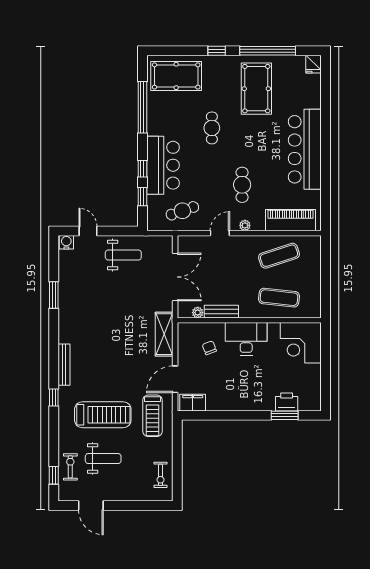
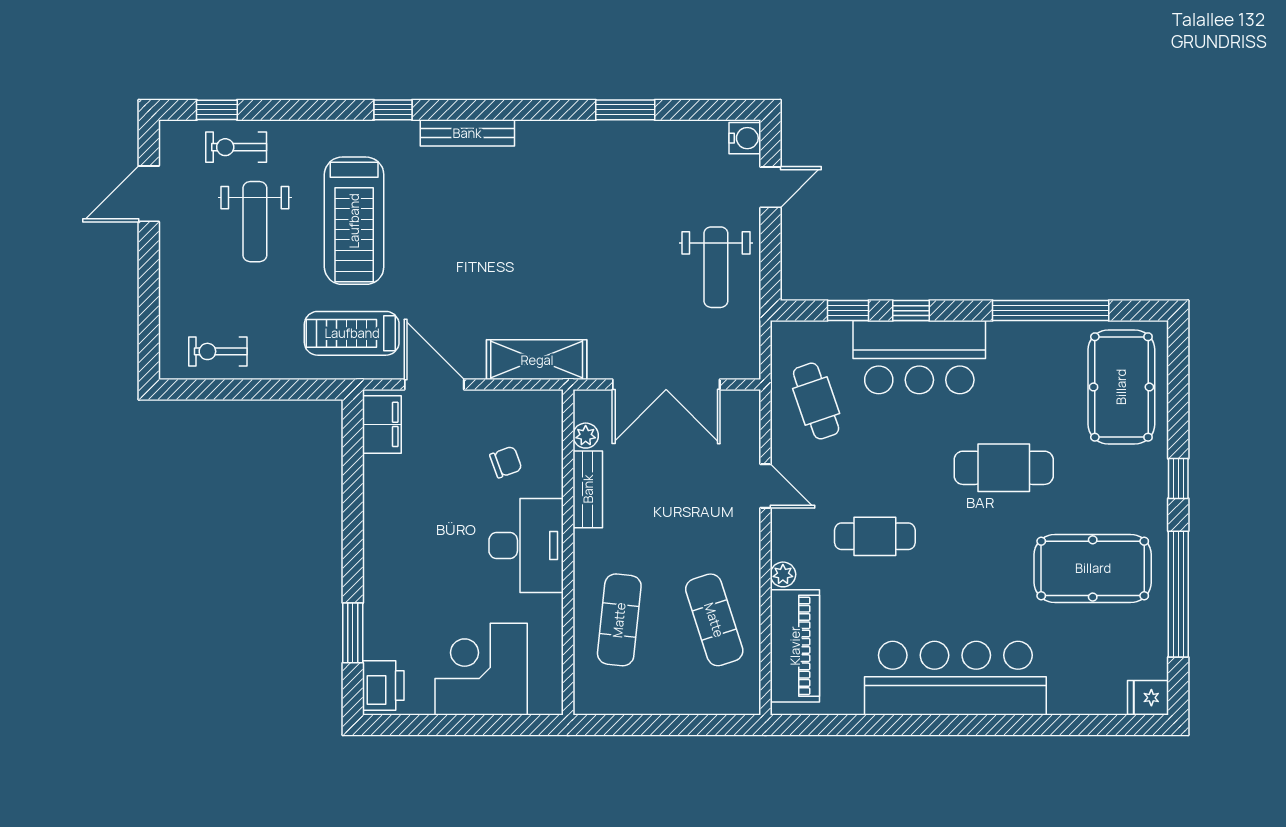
cafe table: (212, 128) -> (1004, 468), width x1.37, depth x1.35
plant: (245, 225) -> (783, 574), moved
corner desk: (301, 343) -> (481, 669), moved
printer: (287, 402) -> (383, 685), moved
exercise bike: (70, 467) -> (236, 147), turned 180

